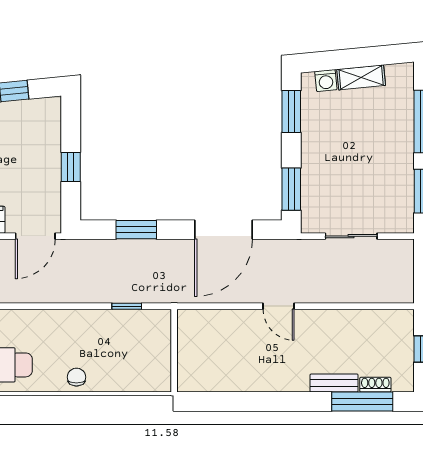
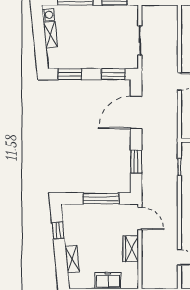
washing machine: (326, 81) -> (48, 15), moved
window: (71, 167) -> (101, 198), width x2.17
door: (224, 230) -> (136, 112), swing flipped

